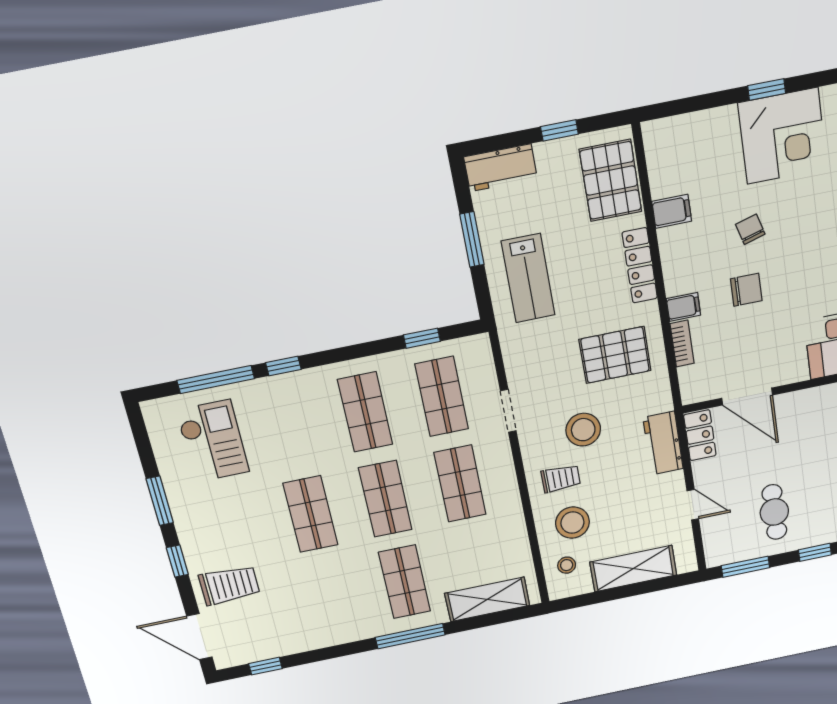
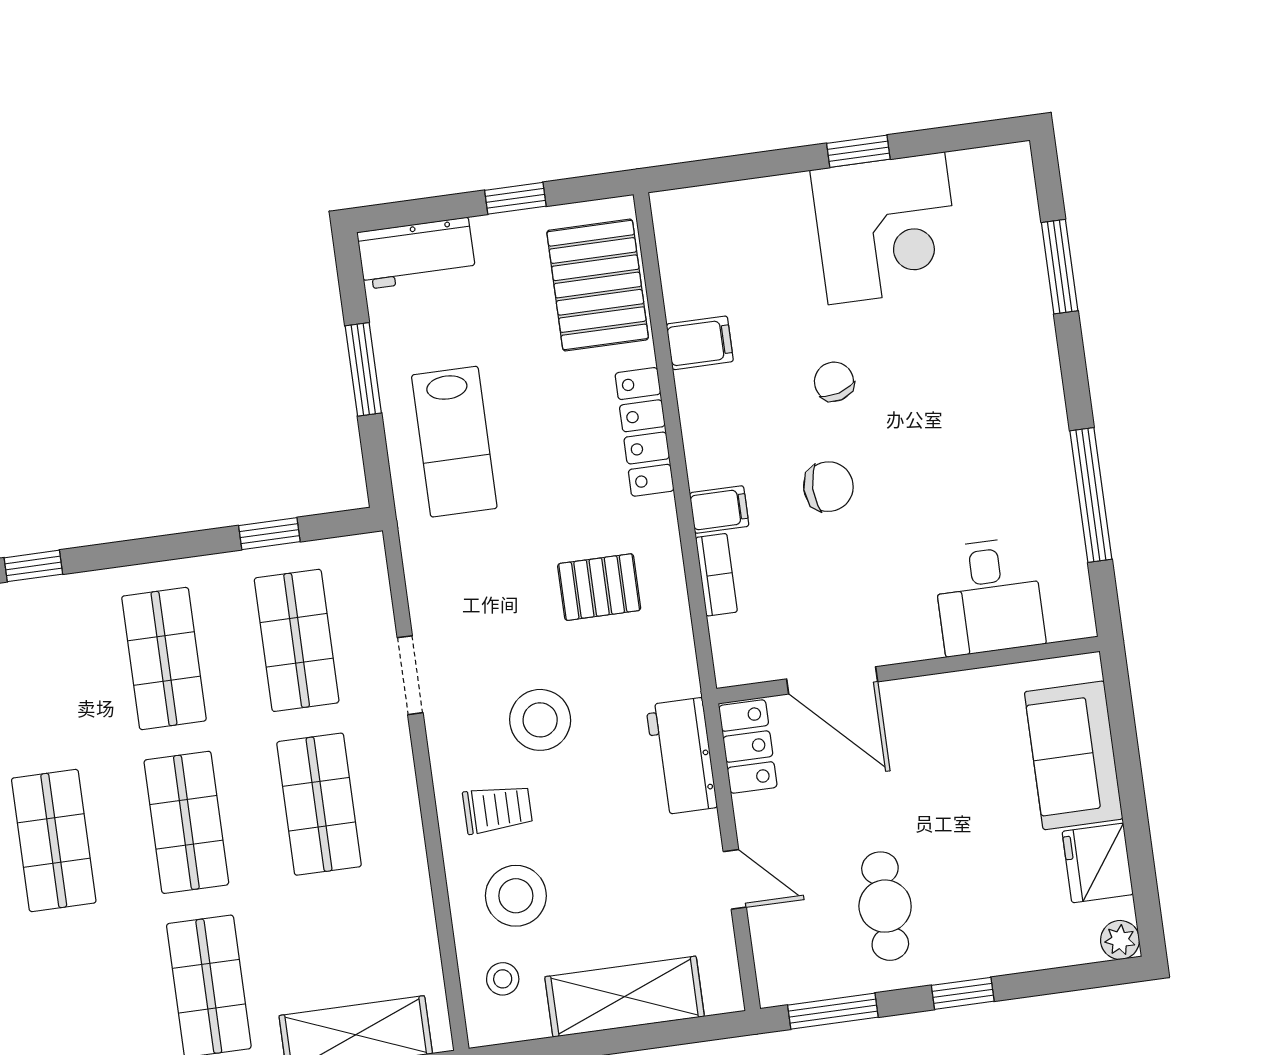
pallet: (615, 355) -> (599, 587), width x0.67, depth x0.71

